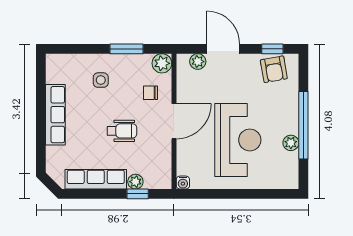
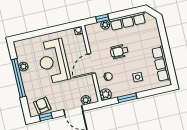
row of seats: (55, 115) -> (161, 64), moved

